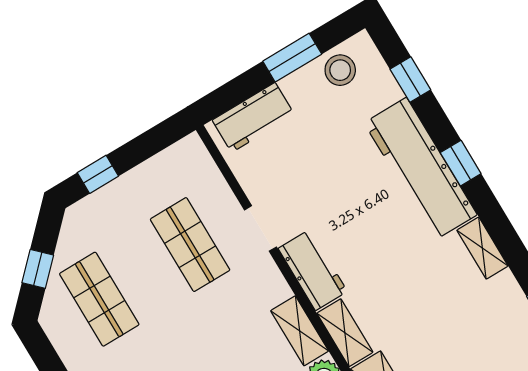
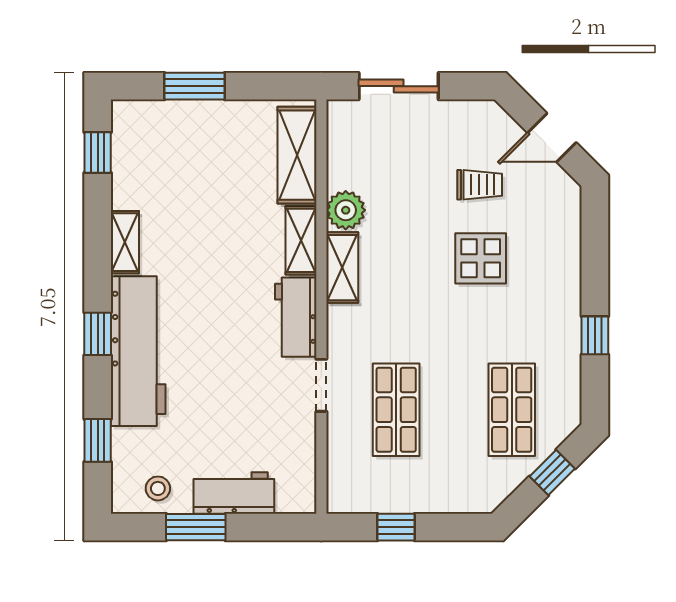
stool: (340, 70) -> (158, 488), width x0.73, depth x0.73
workbench: (253, 117) -> (234, 493), moved
window: (98, 174) -> (396, 527), moved

